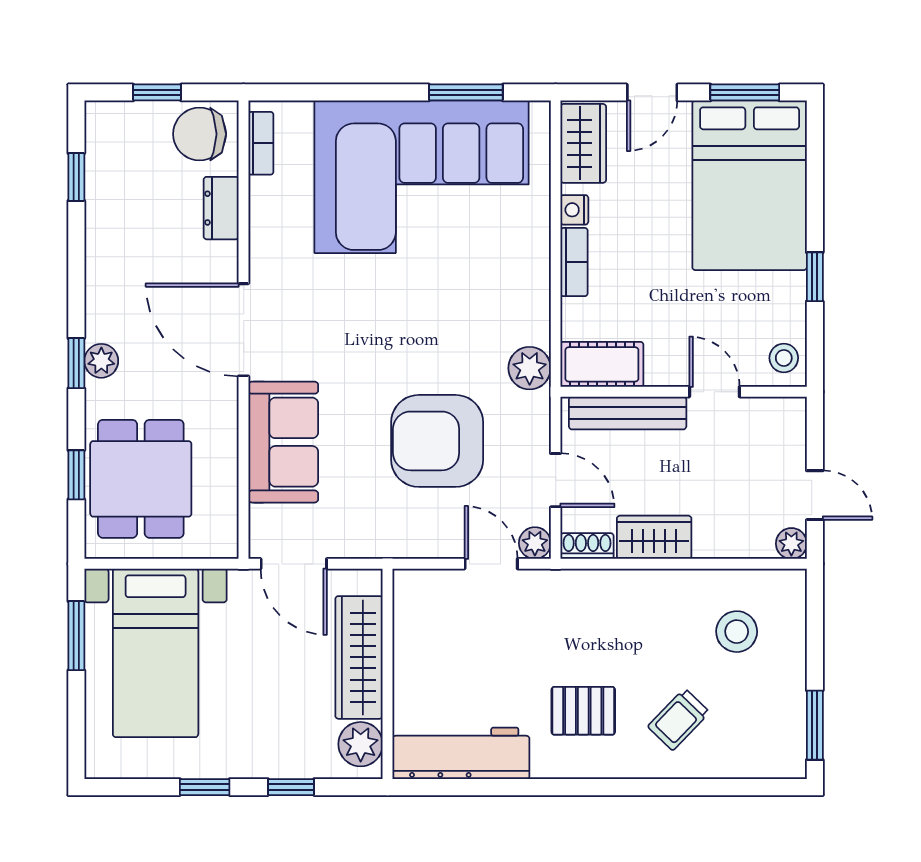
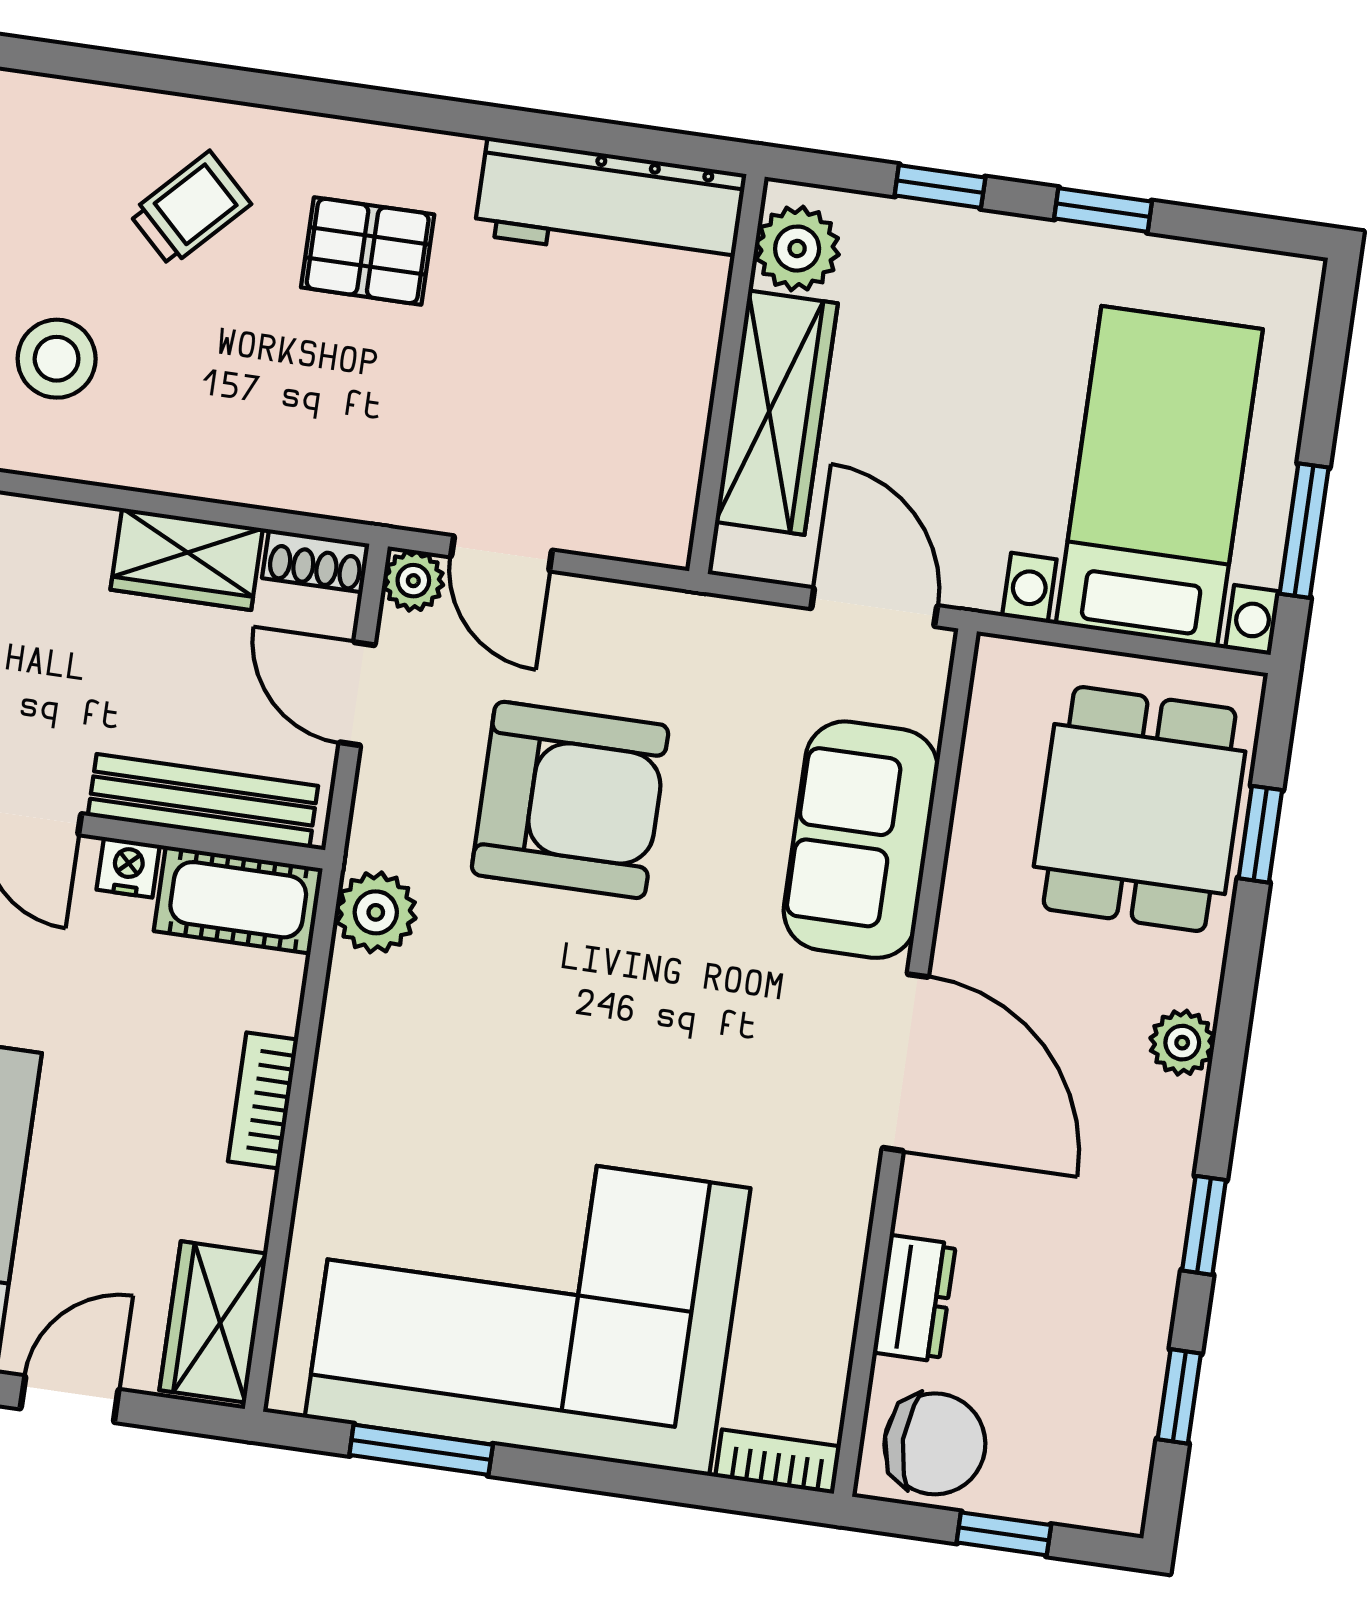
bookcase: (261, 143) -> (778, 1462), moved, turned 90
nightstand: (574, 210) -> (128, 867), moved, turned -90
window: (76, 363) -> (1204, 1225), moved

